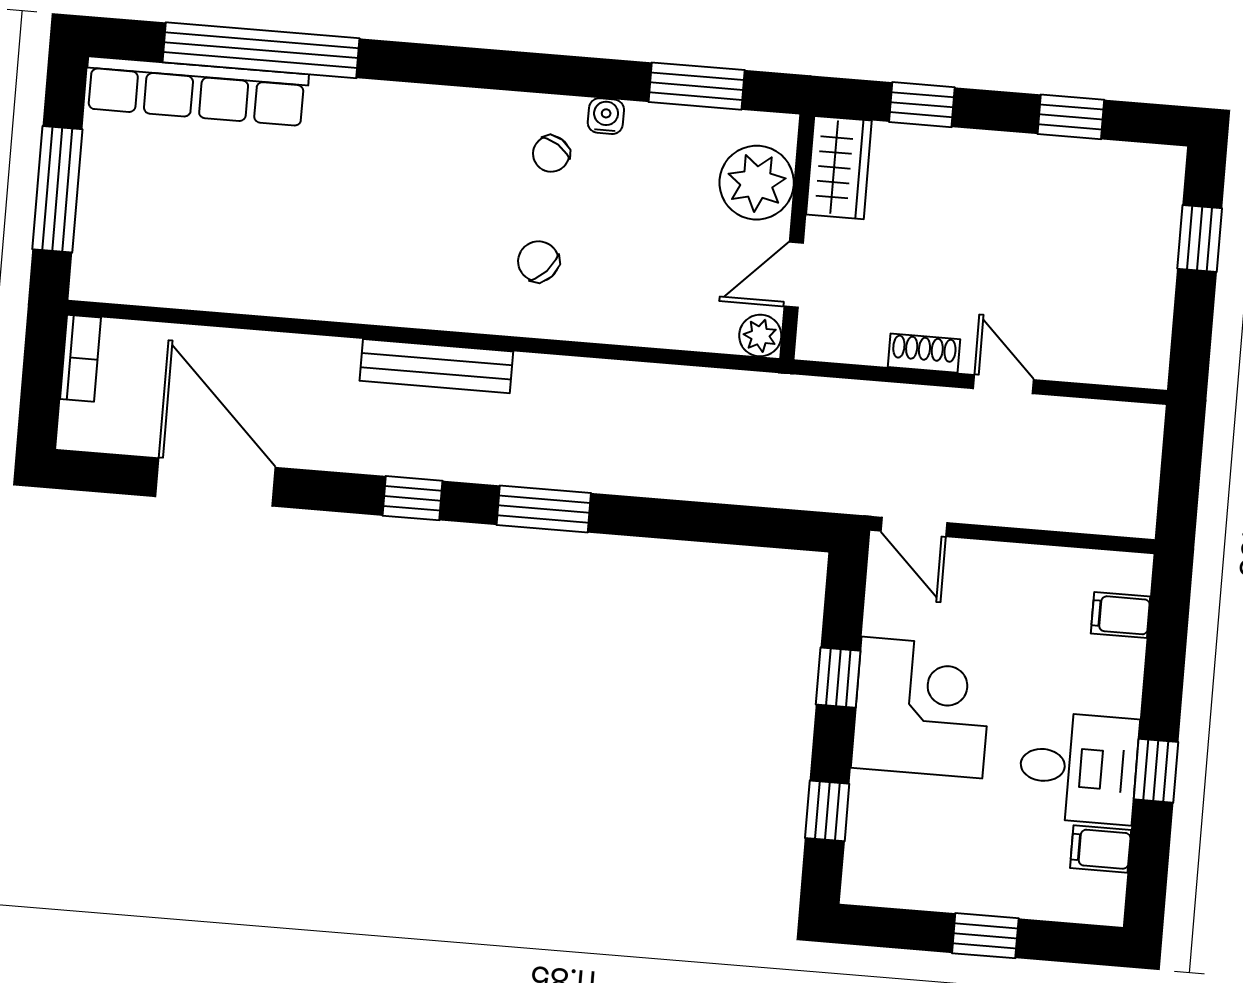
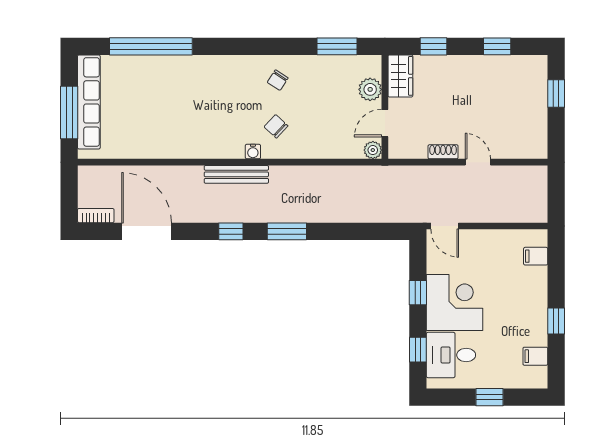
row of seats: (197, 91) -> (89, 102), moved, turned -90
water cooler: (606, 116) -> (253, 152), moved, turned 180
plant: (757, 183) -> (370, 89), width x0.73, depth x0.73
bookcase: (81, 358) -> (96, 216), moved, turned -90
desk: (1078, 768) -> (451, 355), moved, turned 180

